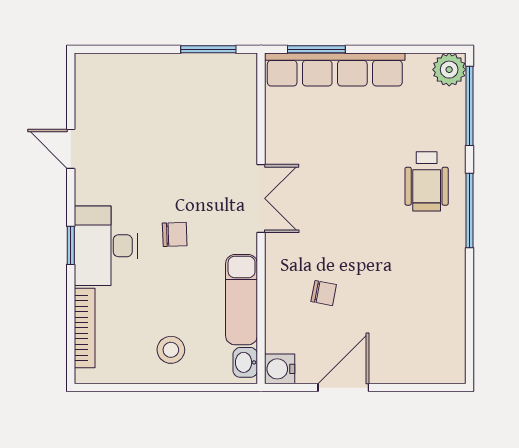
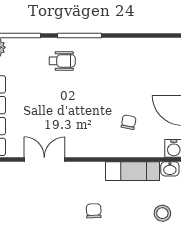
wheelchair: (427, 181) -> (62, 61), width x0.73, depth x0.73
double door: (261, 198) -> (44, 159), moved

